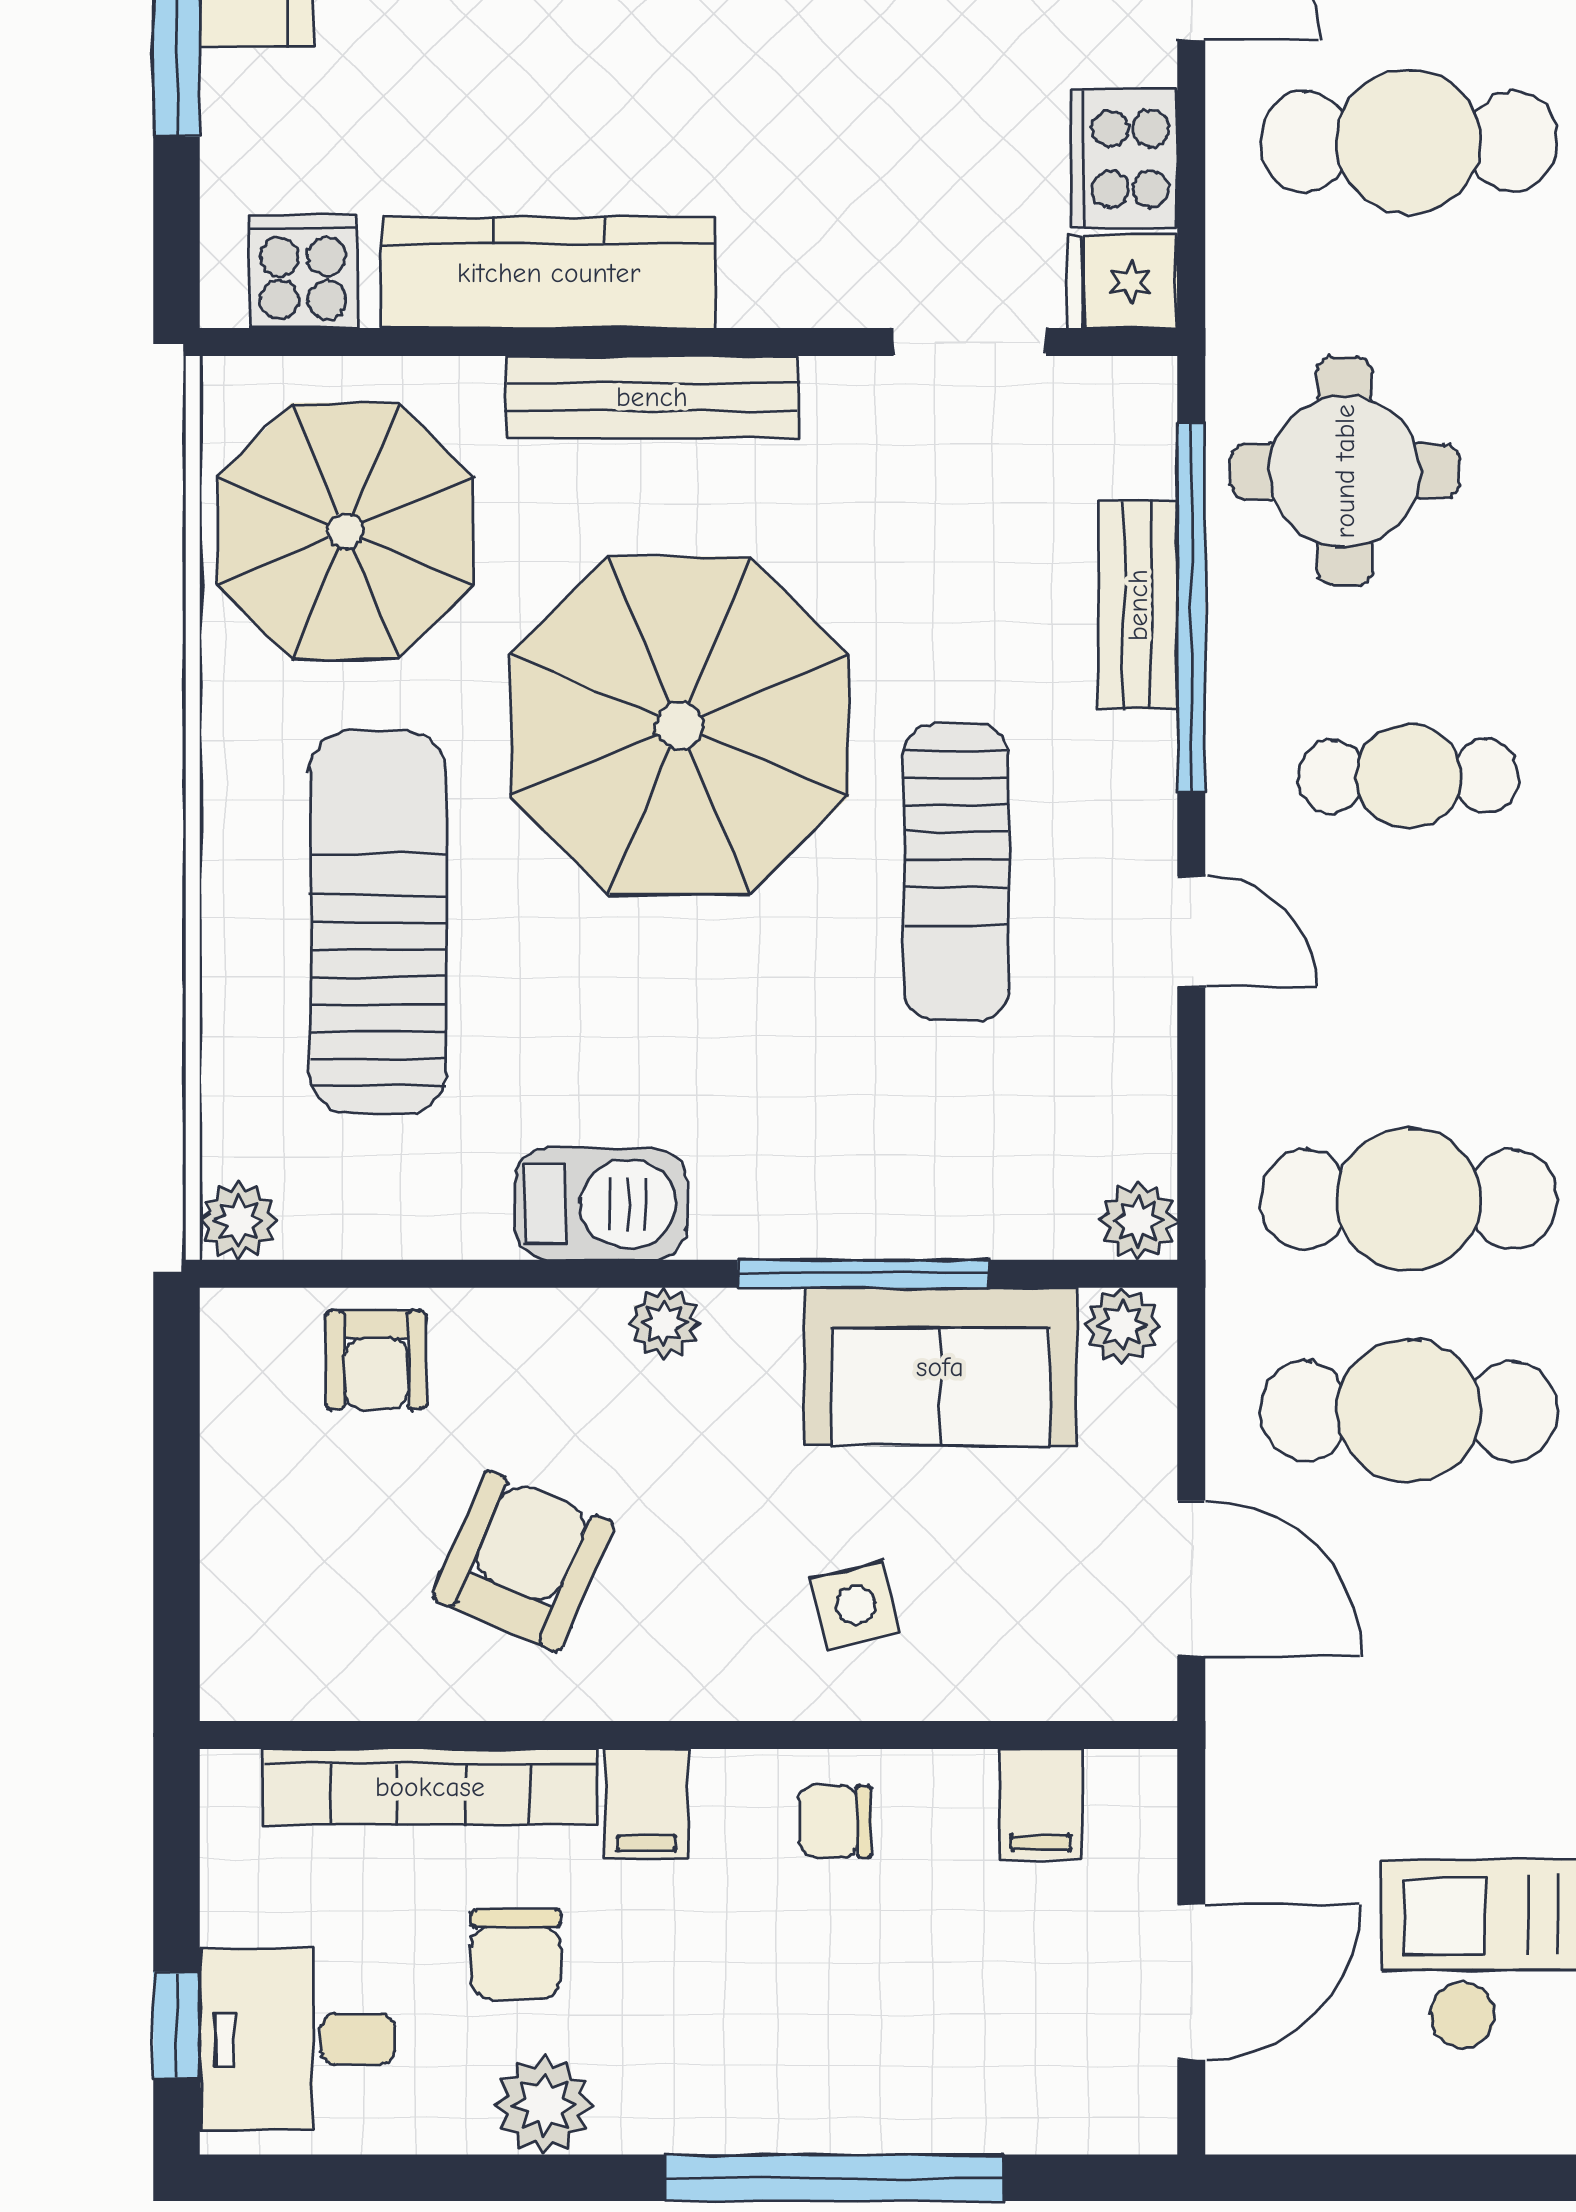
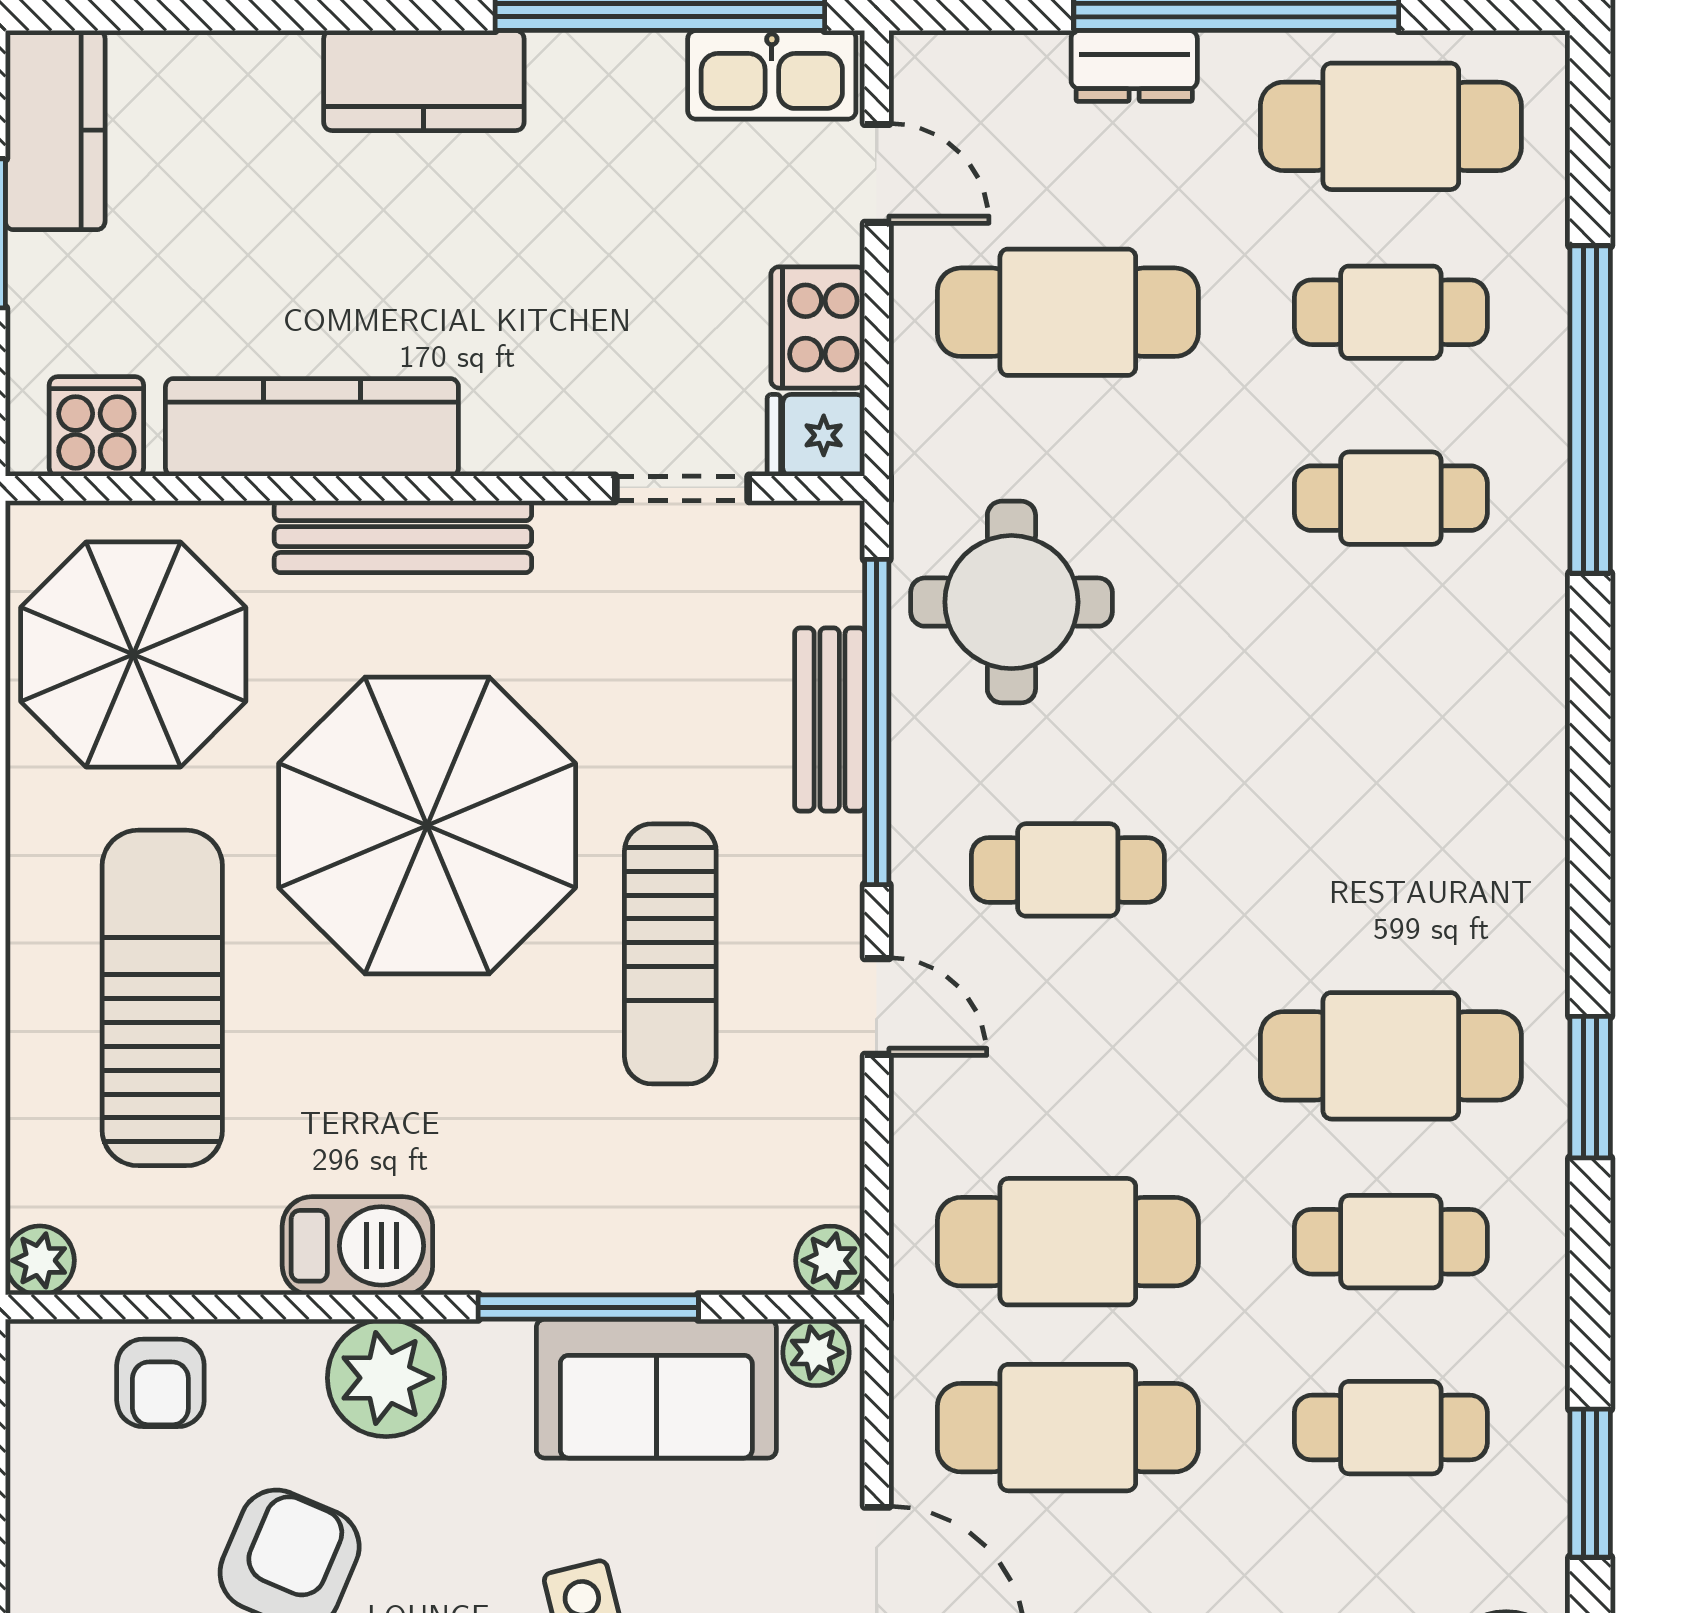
plant: (664, 1323) -> (386, 1378), width x1.87, depth x1.87

